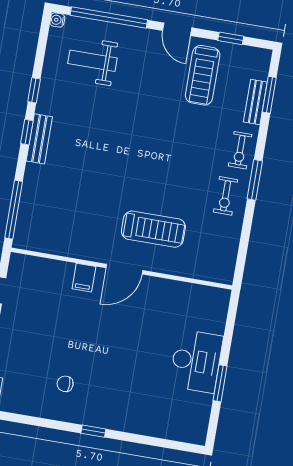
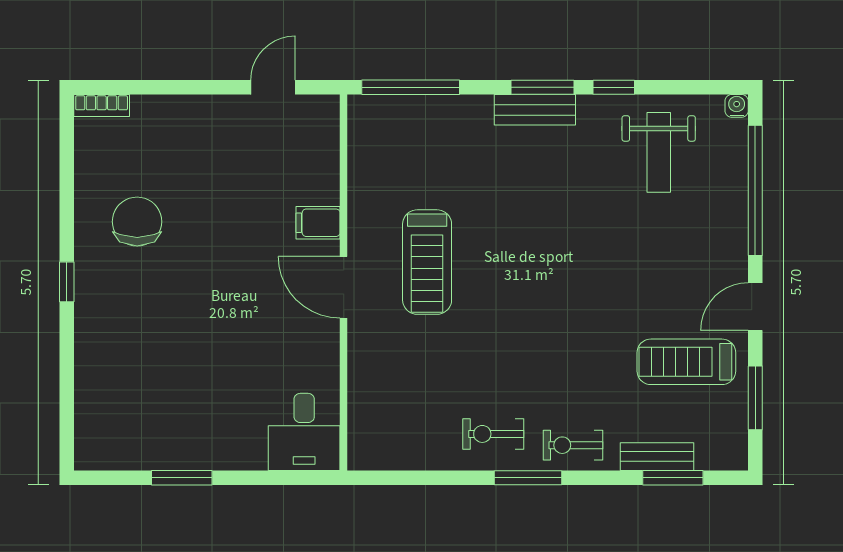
window: (231, 38) -> (755, 398), width x1.50
weight bench: (92, 61) -> (659, 152), moved, turned 180
window: (27, 132) -> (543, 87), width x1.50
treadmill: (153, 229) -> (427, 262), moved
desk: (196, 361) -> (304, 432), moved, width x0.73
chair: (65, 384) -> (137, 222), width x1.87, depth x1.87

